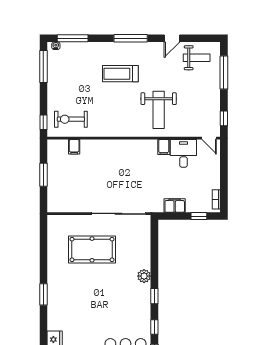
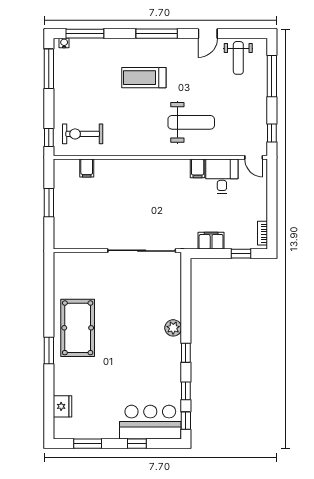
weight bench: (197, 58) -> (238, 58), turned 90
weight bench: (159, 110) -> (191, 122), turned -90
pool table: (92, 249) -> (78, 328), moved, turned 90

